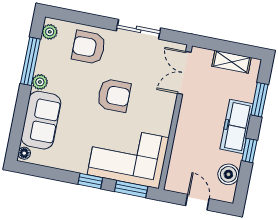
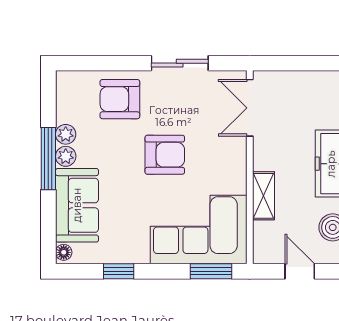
plant: (50, 32) -> (66, 134), moved
window: (30, 61) -> (48, 159), moved
shelving: (232, 62) -> (263, 196), moved, turned 90
window: (90, 181) -> (119, 271), moved

